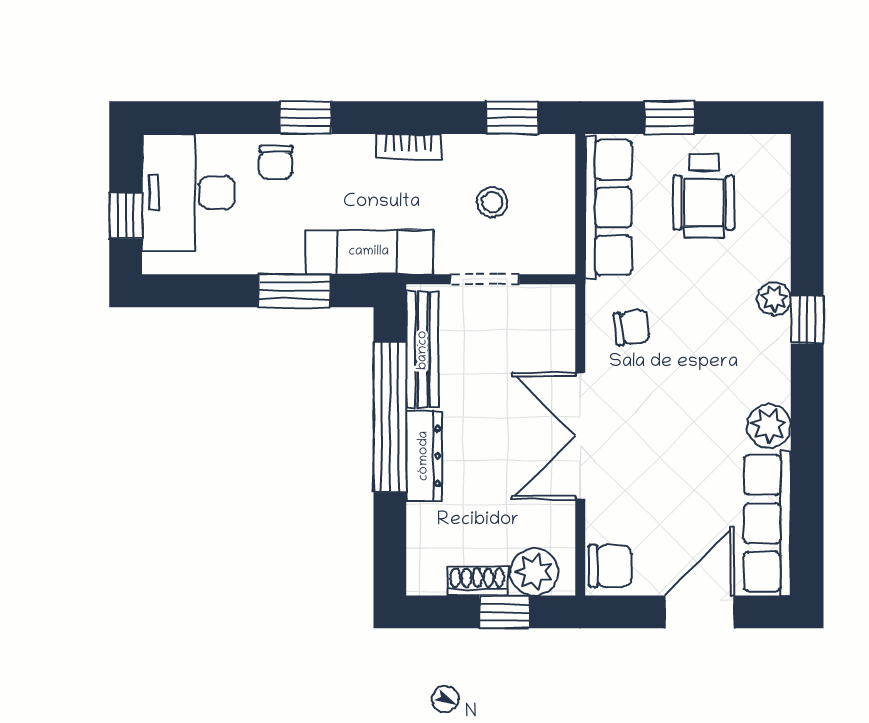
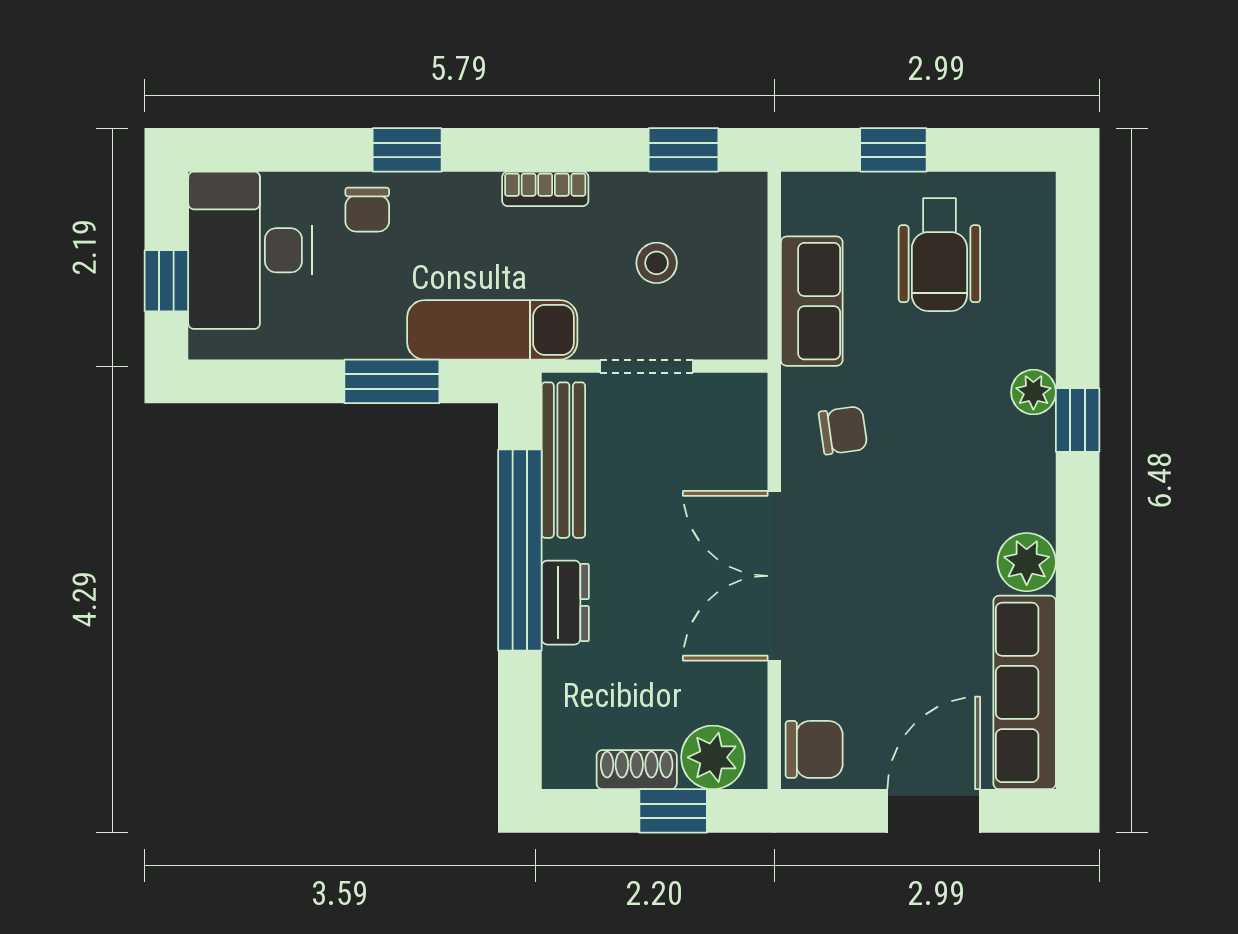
row of seats: (608, 208) -> (812, 301), width x0.68
dresser: (424, 456) -> (565, 603), width x0.70

